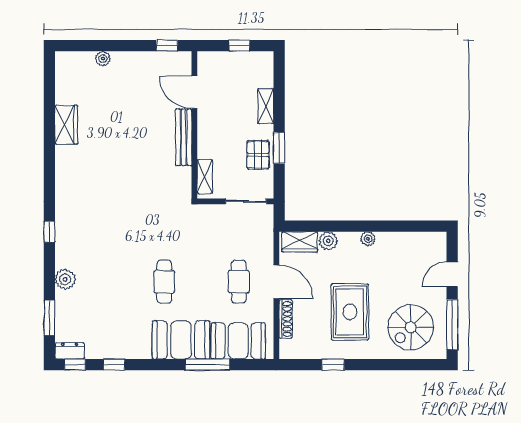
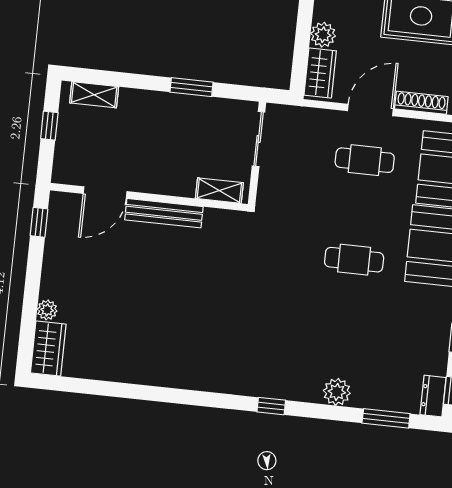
shelving: (266, 106) -> (94, 95), moved
wardrobe: (66, 125) -> (48, 349), moved, turned 90
pallet: (258, 155) -> (198, 116), removed

